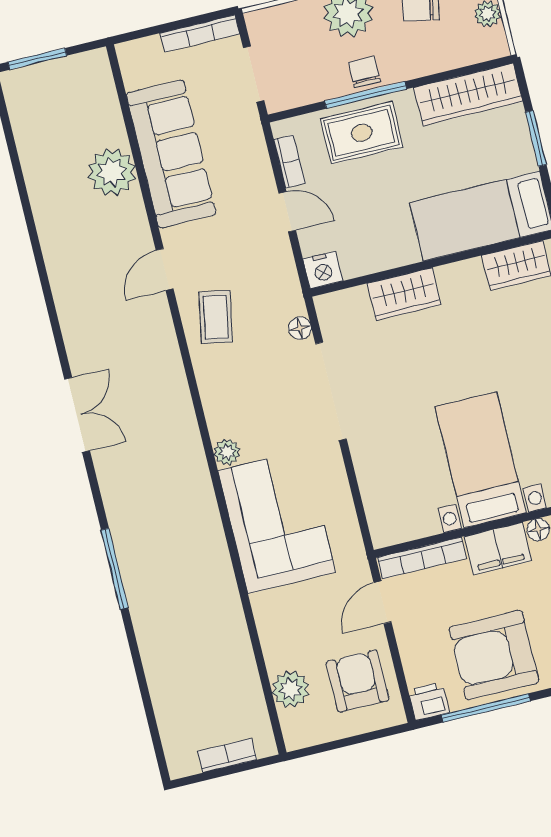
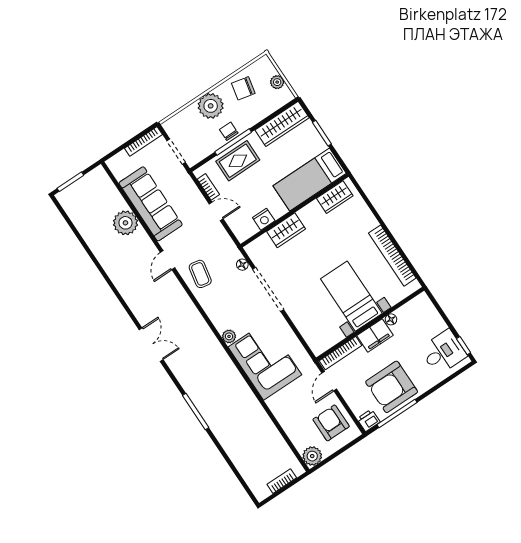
nightstand: (323, 270) -> (264, 219), moved
plant: (290, 689) -> (312, 456), moved

